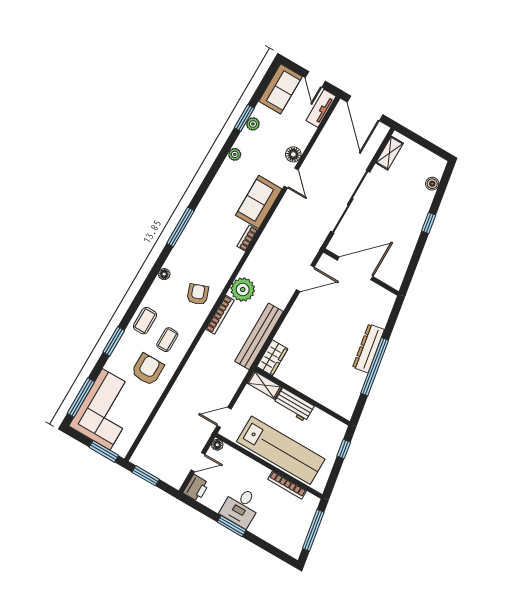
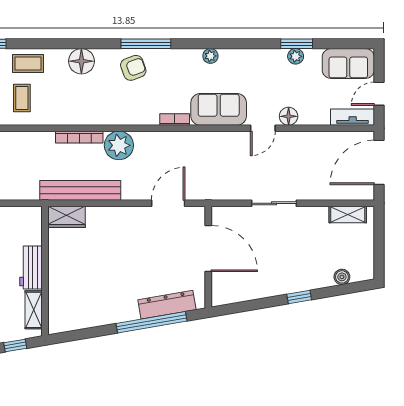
plant: (235, 154) -> (210, 56), moved
sliding door: (350, 202) -> (274, 203), width x0.54
floor lamp: (164, 274) -> (81, 61), width x1.89, depth x1.89
door: (305, 278) -> (168, 203), swing flipped
armchair: (198, 294) -> (133, 68), moved
coffee table: (167, 340) -> (22, 98), turned 90
dresser: (368, 348) -> (167, 305), moved
window: (375, 367) -> (151, 322), moved
shelving: (264, 385) -> (34, 310), moved

